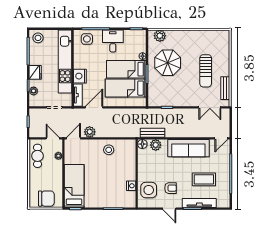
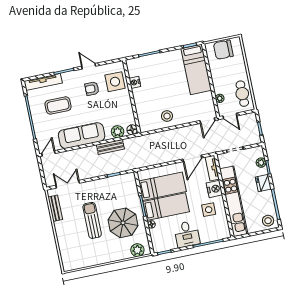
side table: (87, 39) -> (209, 210), moved
sun lounger: (206, 71) -> (92, 220), moved
plant: (90, 132) -> (191, 131), removed
bench: (153, 133) -> (110, 147), moved
tv unit: (199, 203) -> (43, 82), moved

